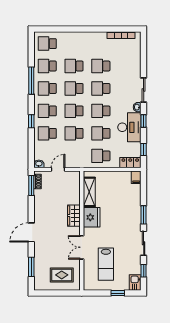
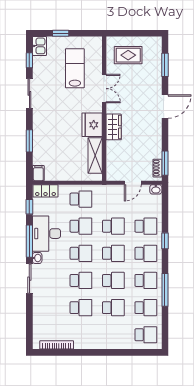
window: (144, 121) -> (29, 241), width x2.17
window: (144, 215) -> (29, 141), moved

